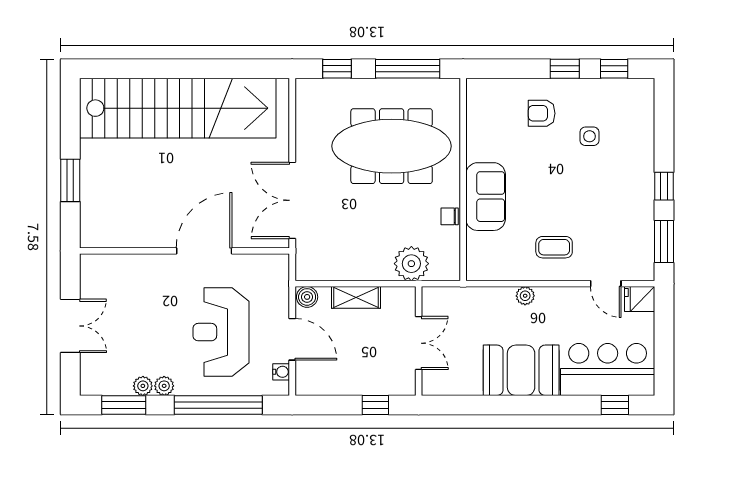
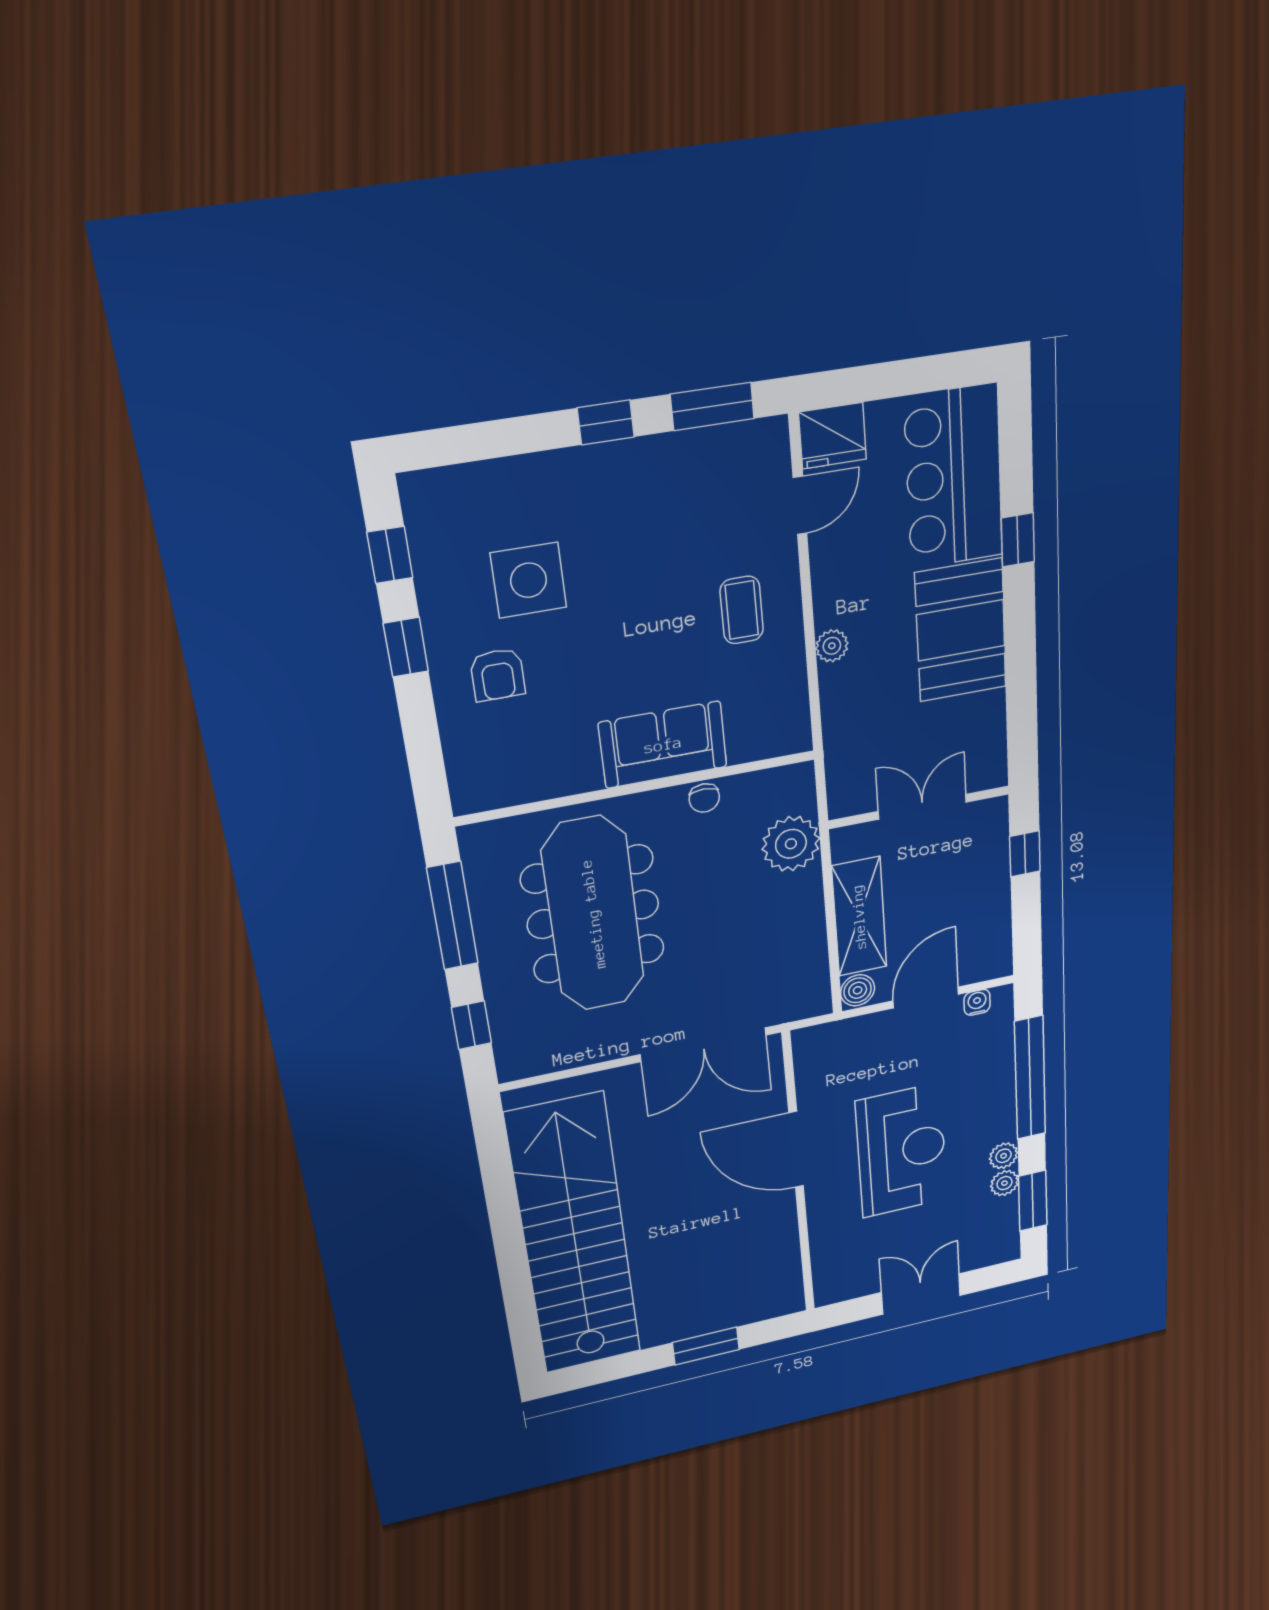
side table: (589, 136) -> (528, 580), width x1.87, depth x1.87
shelving: (356, 297) -> (859, 917), width x1.50, depth x1.33
fridge: (640, 299) -> (833, 436), width x1.38
reception desk: (221, 332) -> (902, 1151), moved, turned -90
window: (615, 405) -> (1018, 540), moved

